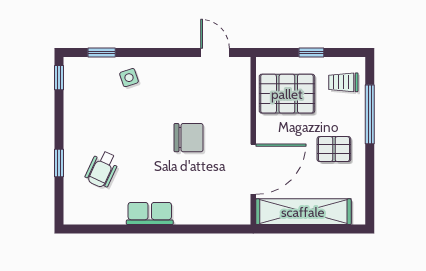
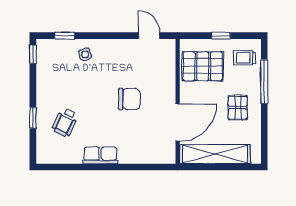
pallet: (334, 149) -> (238, 107), turned 90

